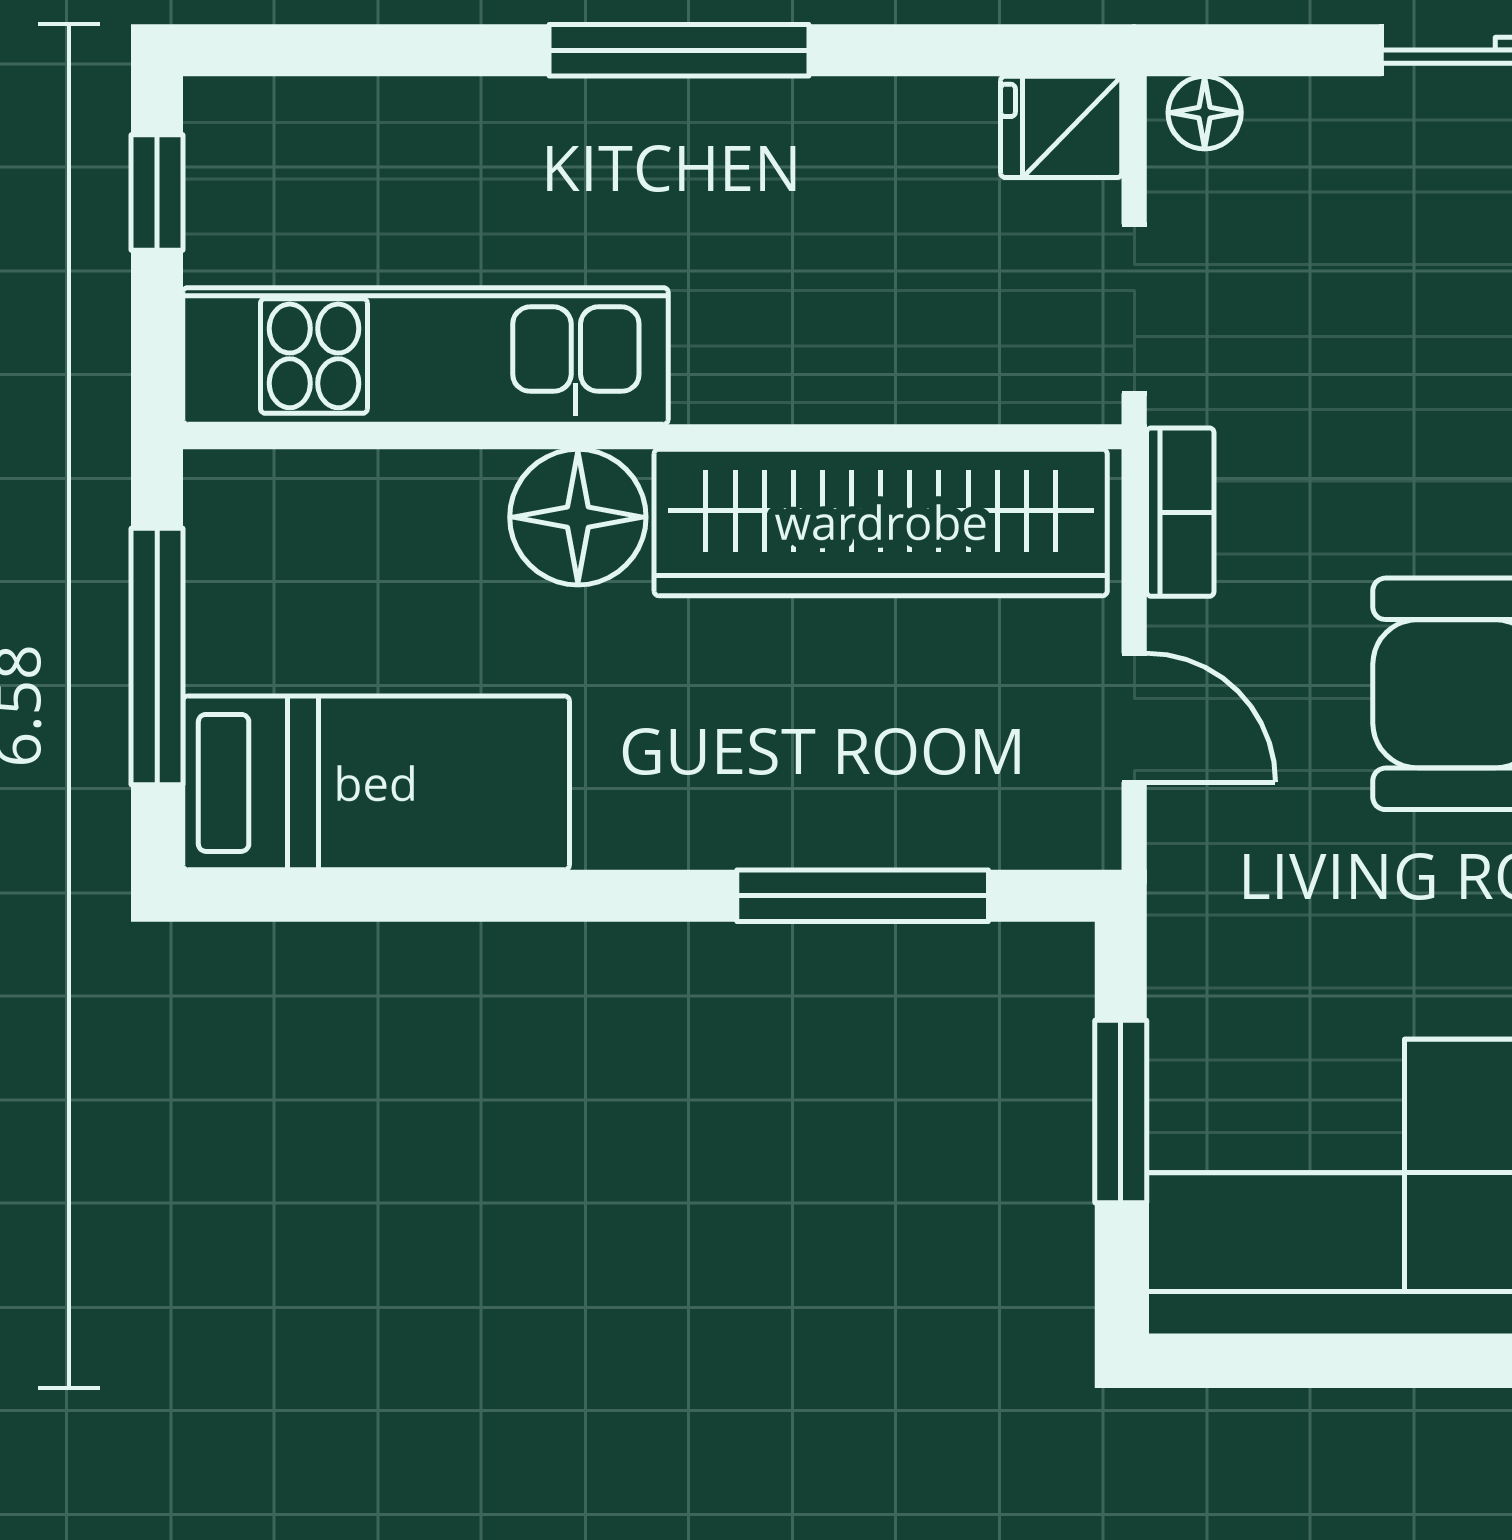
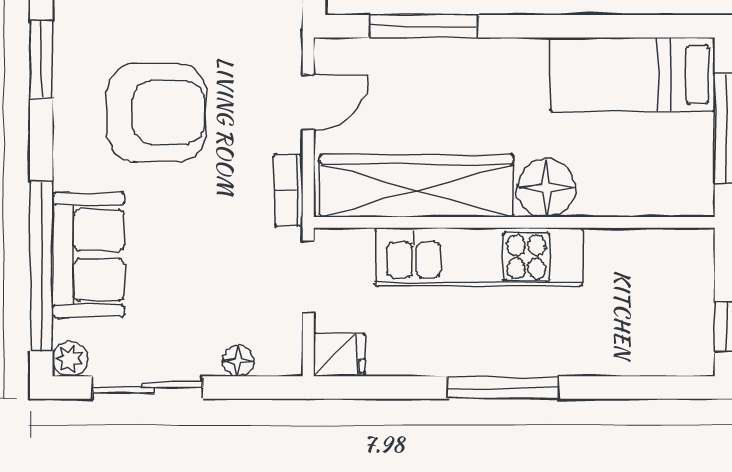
floor lamp: (1205, 113) -> (238, 361), moved
kitchen unit: (426, 356) -> (479, 257), moved
door: (1134, 718) -> (308, 102), swing flipped

